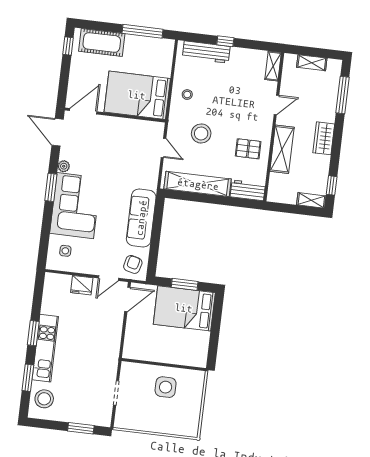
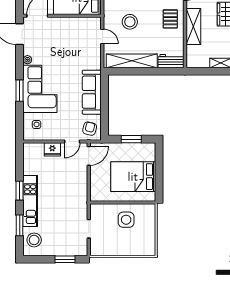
pallet: (248, 149) -> (170, 19), moved, turned 90
window: (51, 187) -> (20, 91), moved
bed: (184, 308) -> (133, 177), moved

